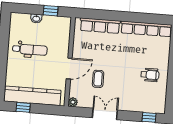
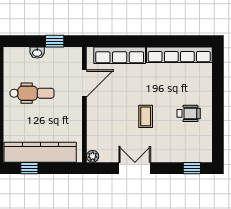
door: (69, 69) -> (84, 83), moved
coffee table: (98, 79) -> (146, 116), moved

